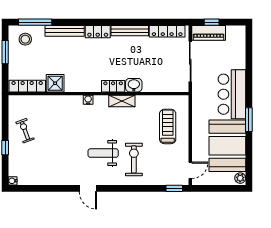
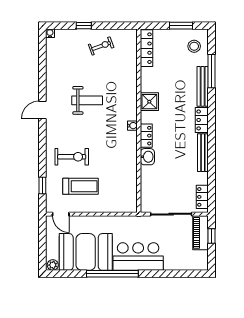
window: (35, 22) -> (211, 71), moved
locker: (167, 31) -> (202, 197), width x0.66
shower: (55, 83) -> (149, 102), moved
water cooler: (88, 100) -> (132, 126), moved
shelving: (122, 101) -> (131, 145), removed
window: (249, 120) -> (112, 274), width x2.11
treadmill: (168, 126) -> (81, 186), moved
weight bench: (103, 153) -> (87, 100), moved, turned 90
window: (174, 188) -> (42, 185), moved

